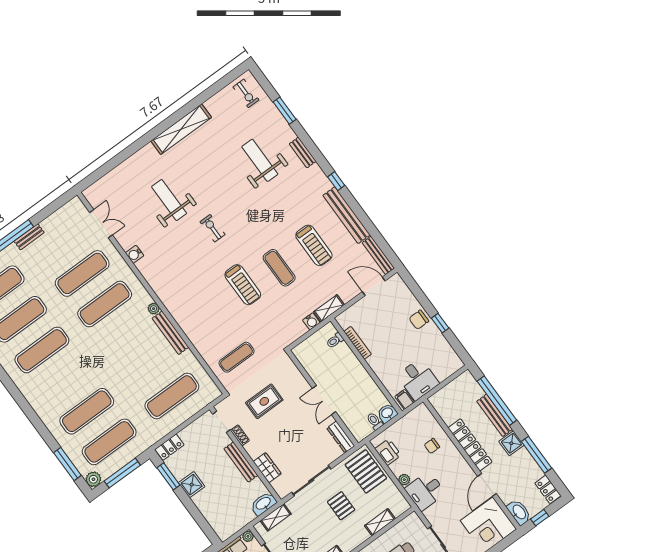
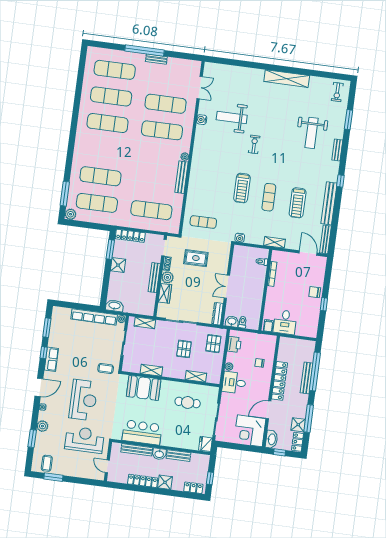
weight bench: (260, 160) -> (312, 133), turned 180
weight bench: (169, 200) -> (232, 117), moved, turned -90
water cooler: (311, 321) -> (240, 238), moved
washbasin: (387, 413) -> (232, 322), moved
shower: (511, 443) -> (298, 425), moved
locker: (170, 447) -> (130, 236), width x1.53
plant: (254, 449) -> (167, 277), added
pallet: (366, 471) -> (213, 344), width x0.67, depth x0.71
window: (122, 473) -> (88, 225), removed
washbasin: (263, 504) -> (115, 306), moved

